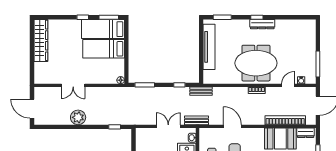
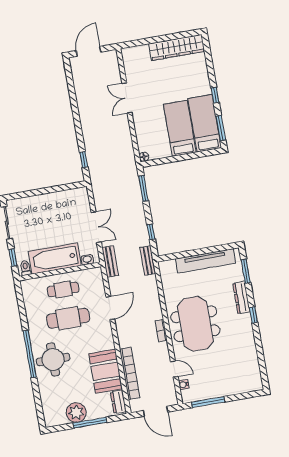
dresser: (262, 24) -> (241, 298), moved
plant: (78, 117) -> (88, 111), removed

